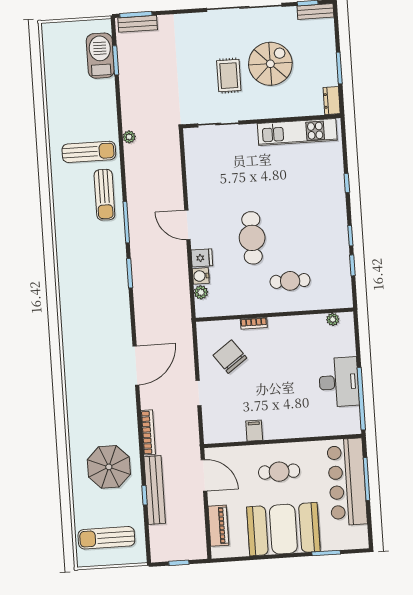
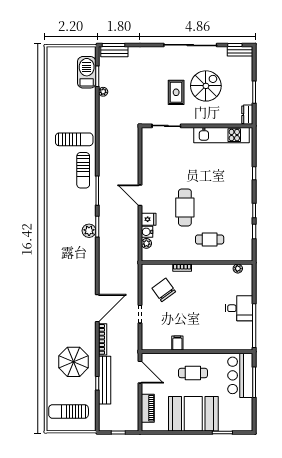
plant: (129, 137) -> (103, 92), moved
plant: (118, 280) -> (89, 231), added
door: (136, 365) -> (97, 308), moved
desk: (339, 382) -> (239, 308), width x0.73
bar counter: (347, 482) -> (240, 375), width x0.73

